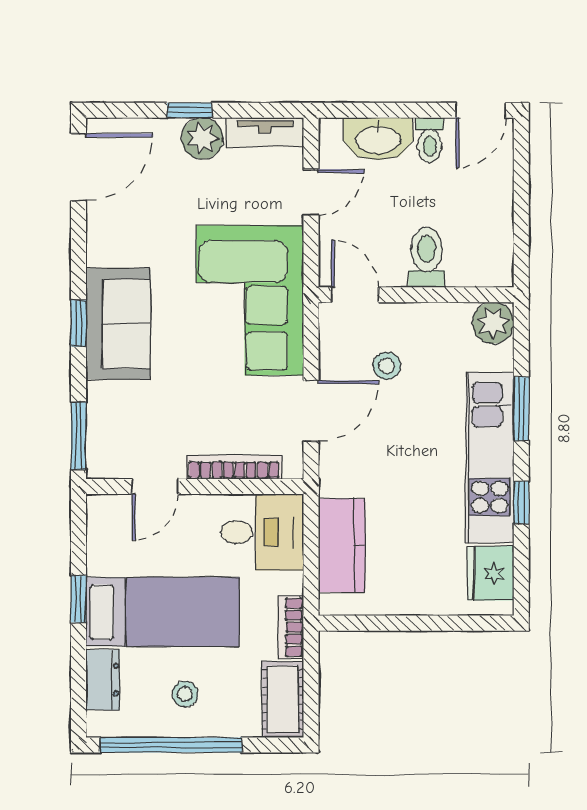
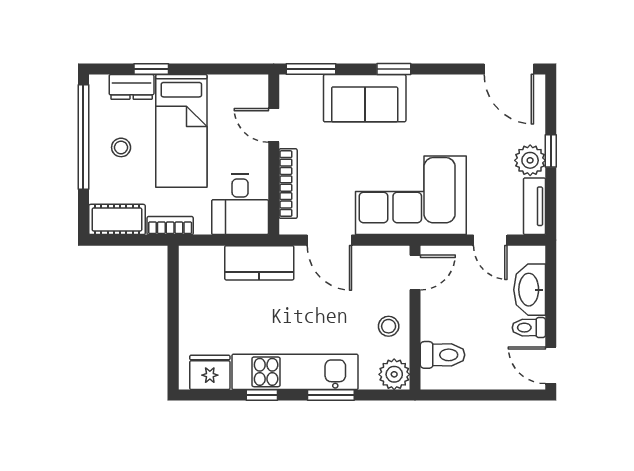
toilet: (427, 257) -> (443, 355), moved
sofa: (118, 324) -> (365, 98), moved
stool: (387, 366) -> (389, 326), moved
kitchen counter: (342, 545) -> (259, 263), moved
window: (78, 599) -> (151, 69), moved

